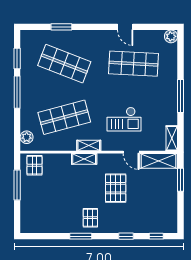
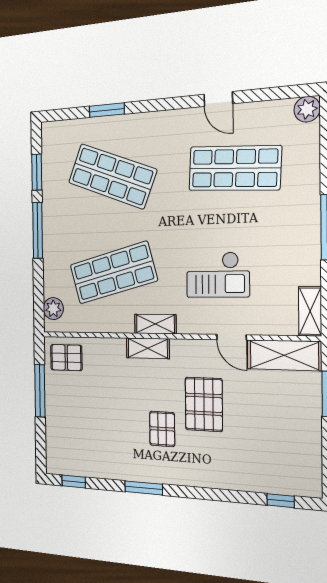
pallet: (35, 165) -> (66, 358), turned 90
pallet: (90, 218) -> (162, 429), moved
window: (126, 236) -> (74, 481), moved

